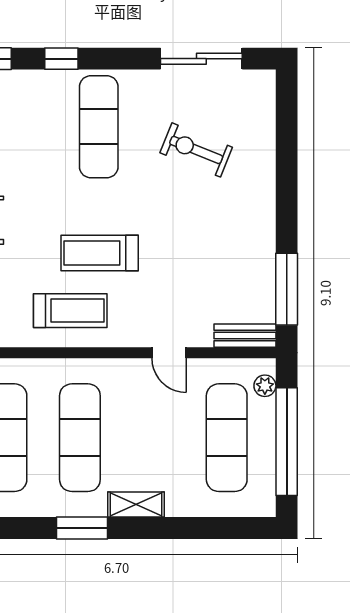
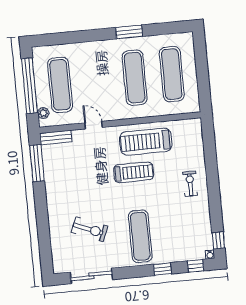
treadmill: (70, 311) -> (146, 142), width x1.37, depth x1.38
shelving: (136, 505) -> (103, 46), removed

